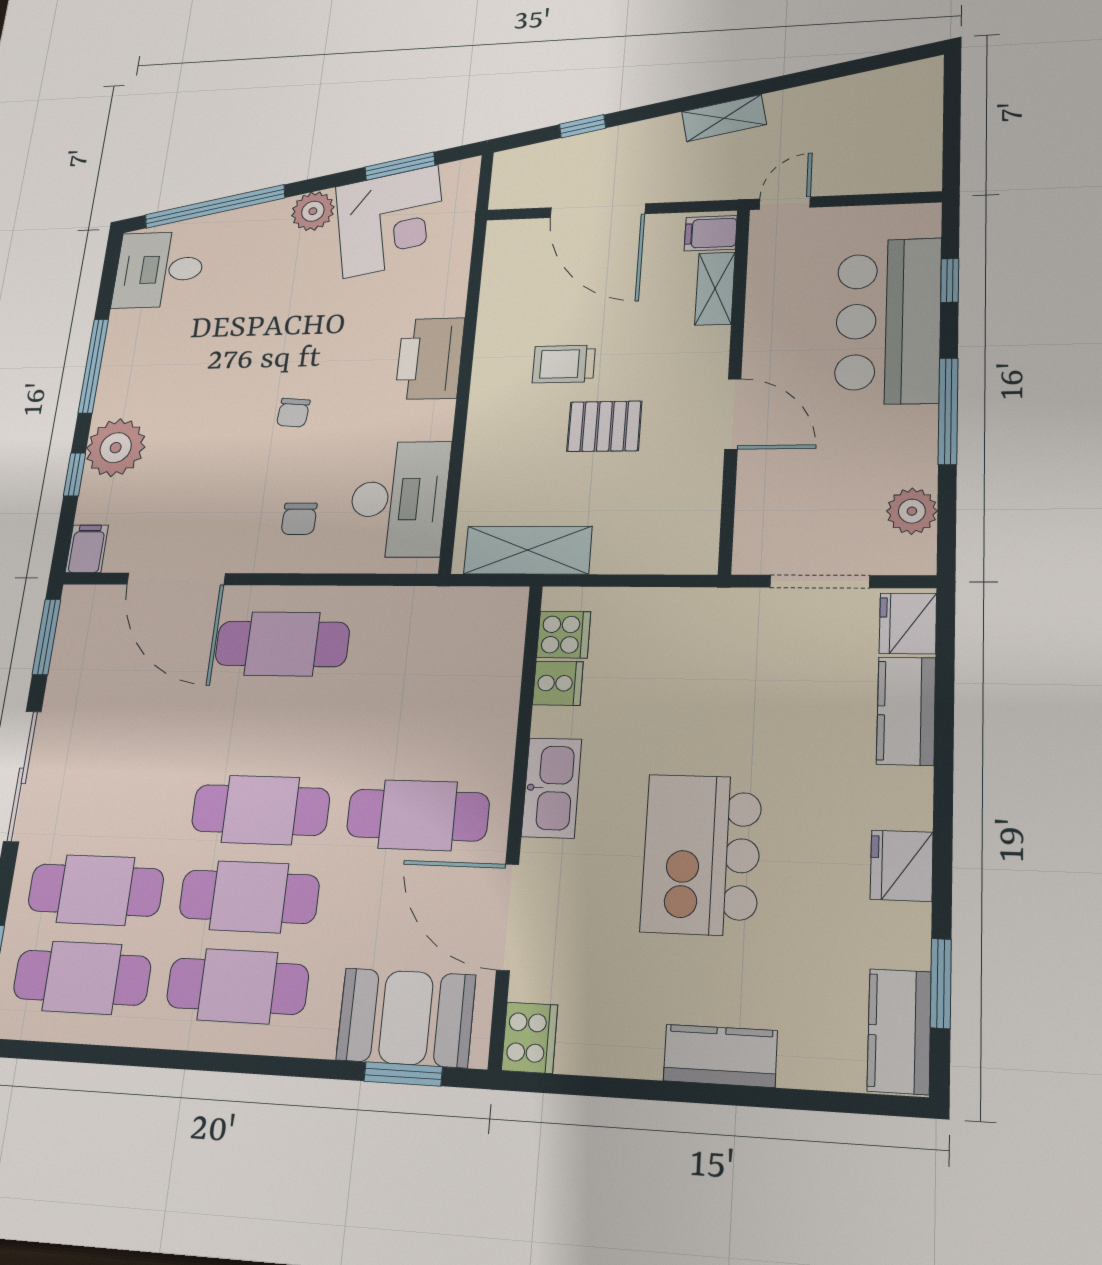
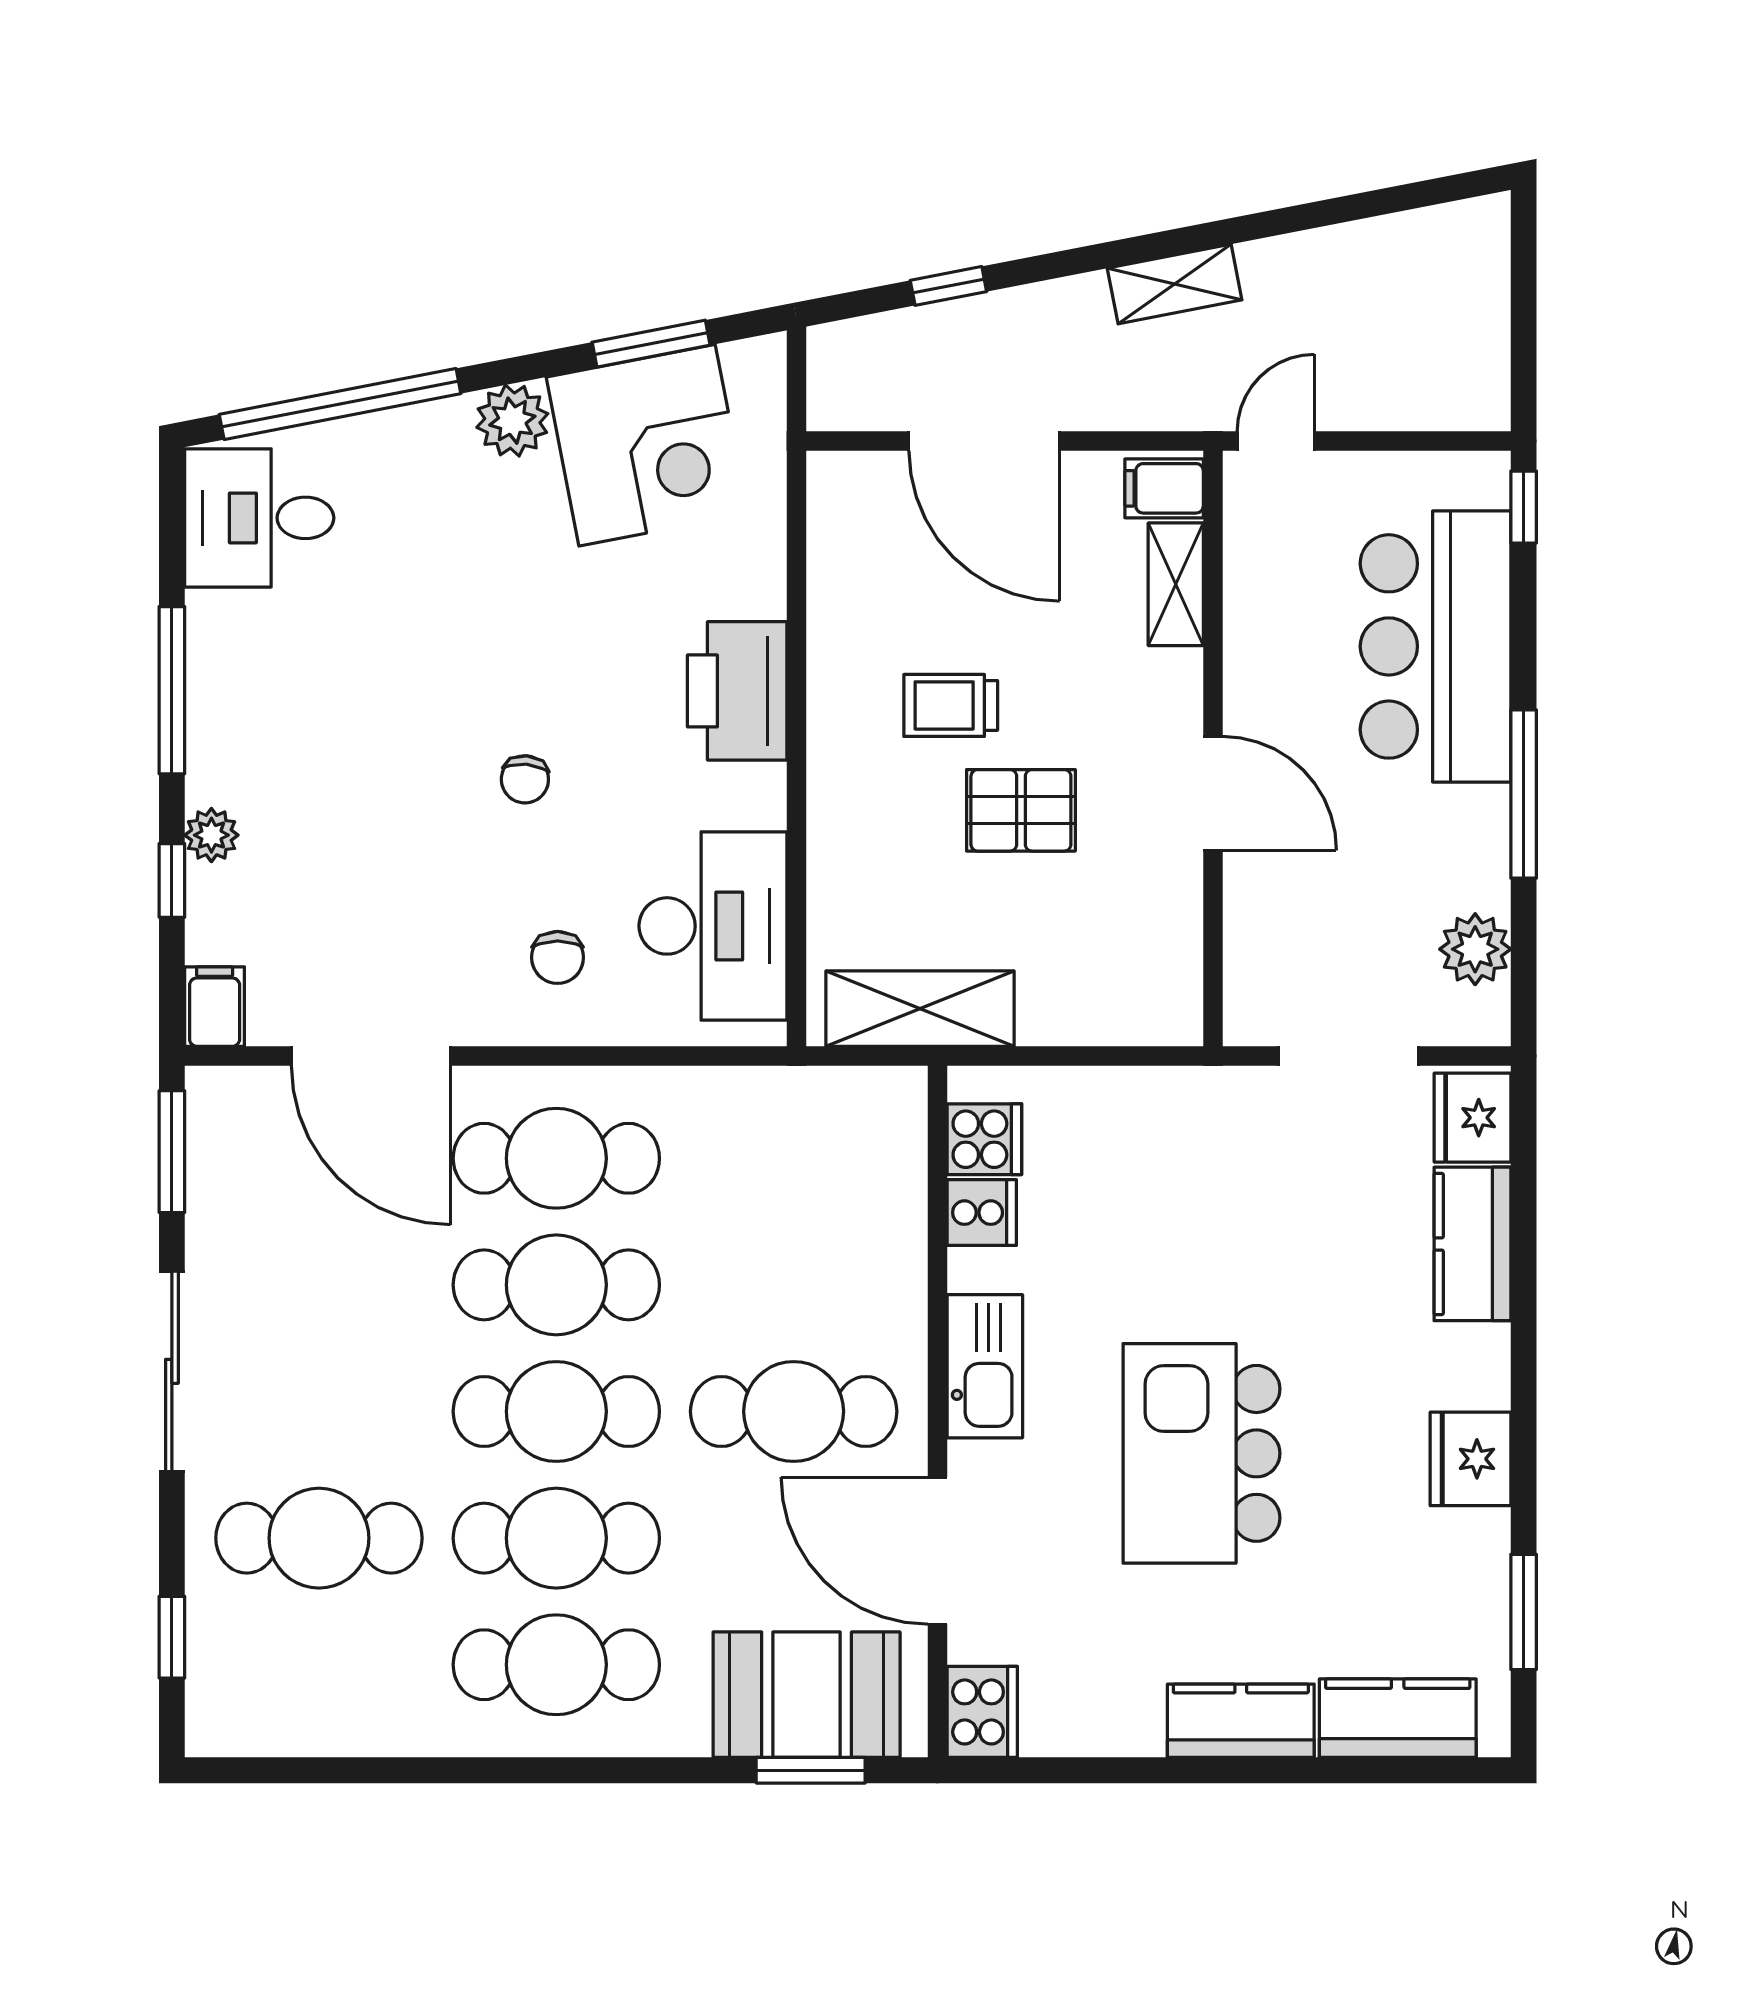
window: (950, 280) -> (1524, 507), moved
plant: (116, 448) -> (211, 835), width x0.53, depth x0.53
cafe table: (82, 978) -> (556, 1285), moved
kitchen counter: (899, 1031) -> (1398, 1718), moved, turned 90

